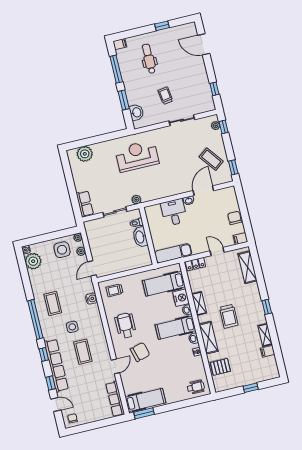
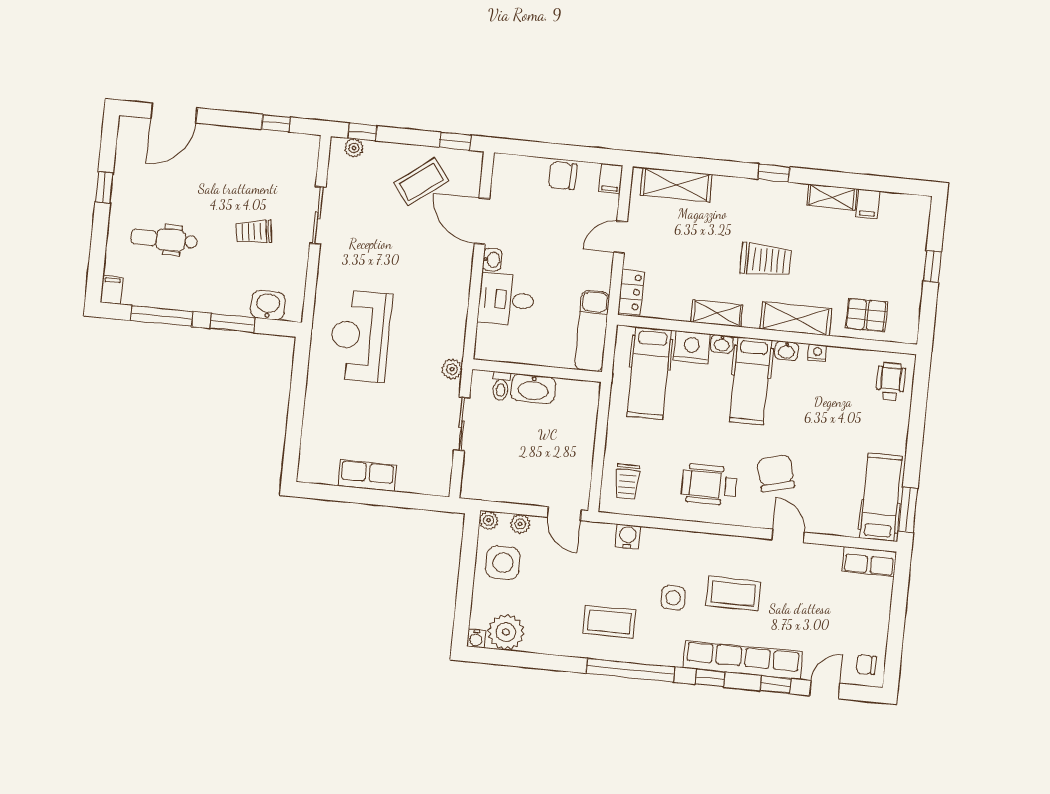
plant: (85, 154) -> (317, 445), removed
row of seats: (85, 204) -> (367, 475), moved
pallet: (220, 367) -> (866, 315), turned 90
row of seats: (115, 399) -> (869, 562), width x0.68

